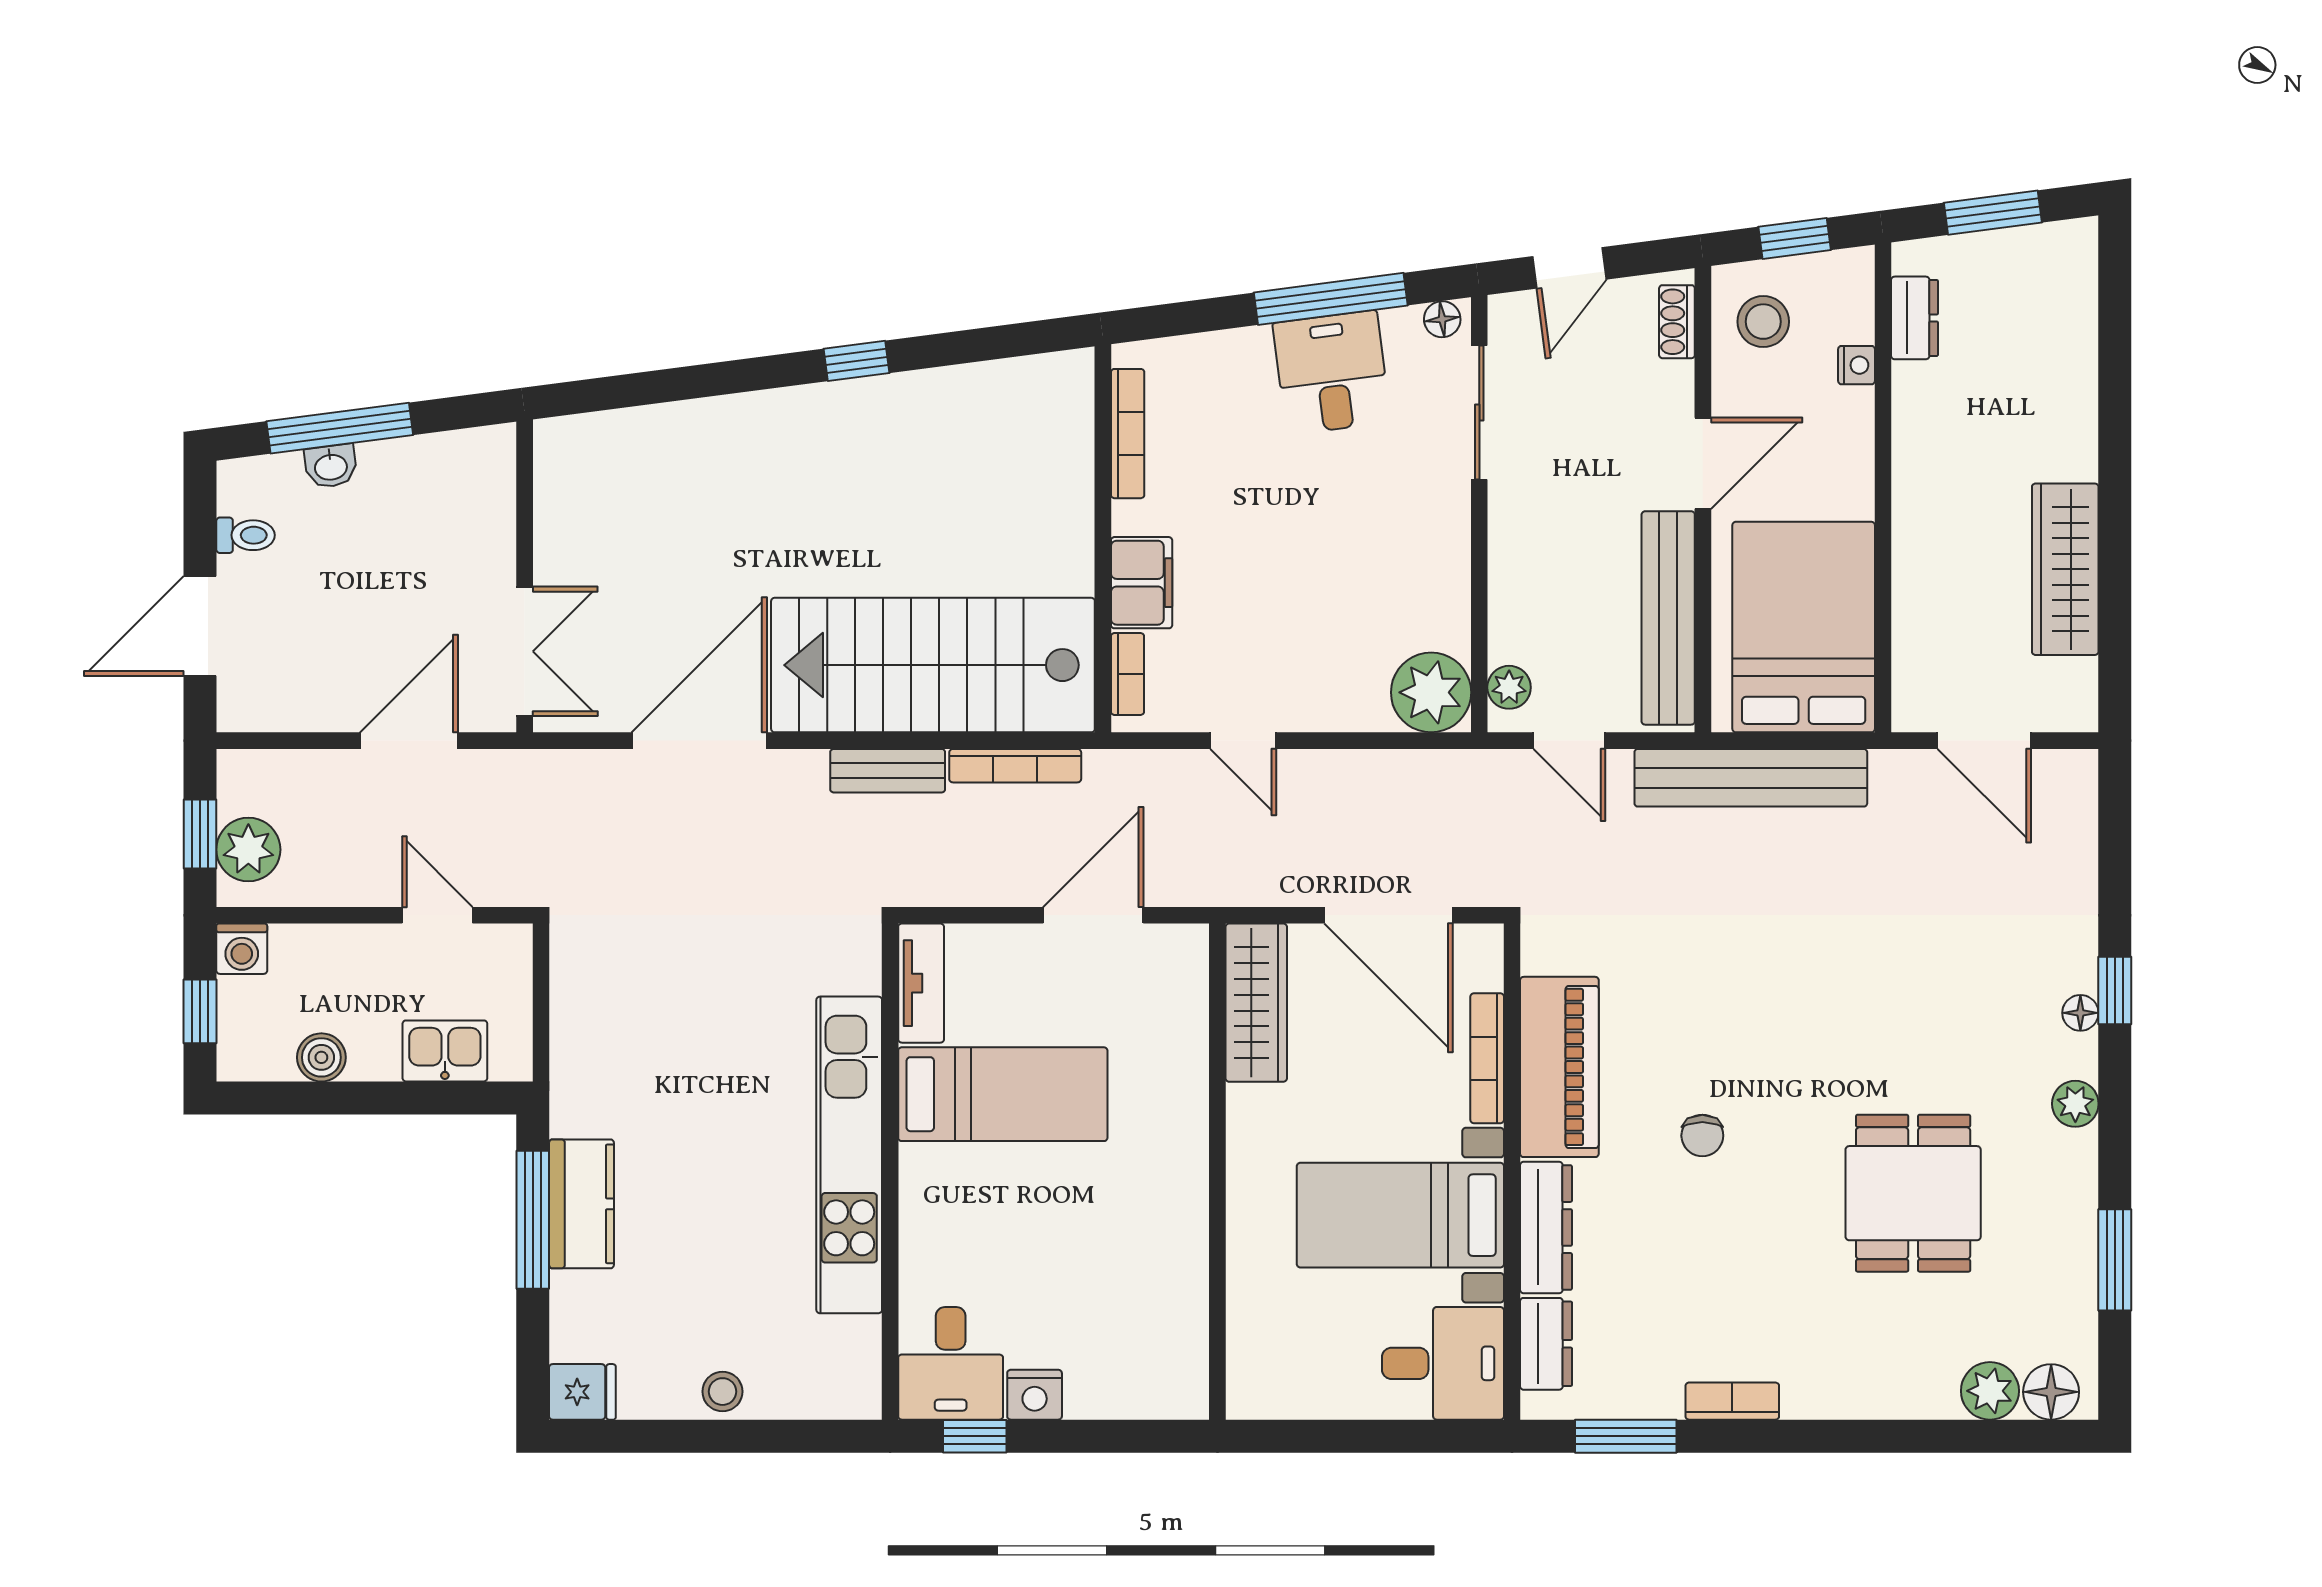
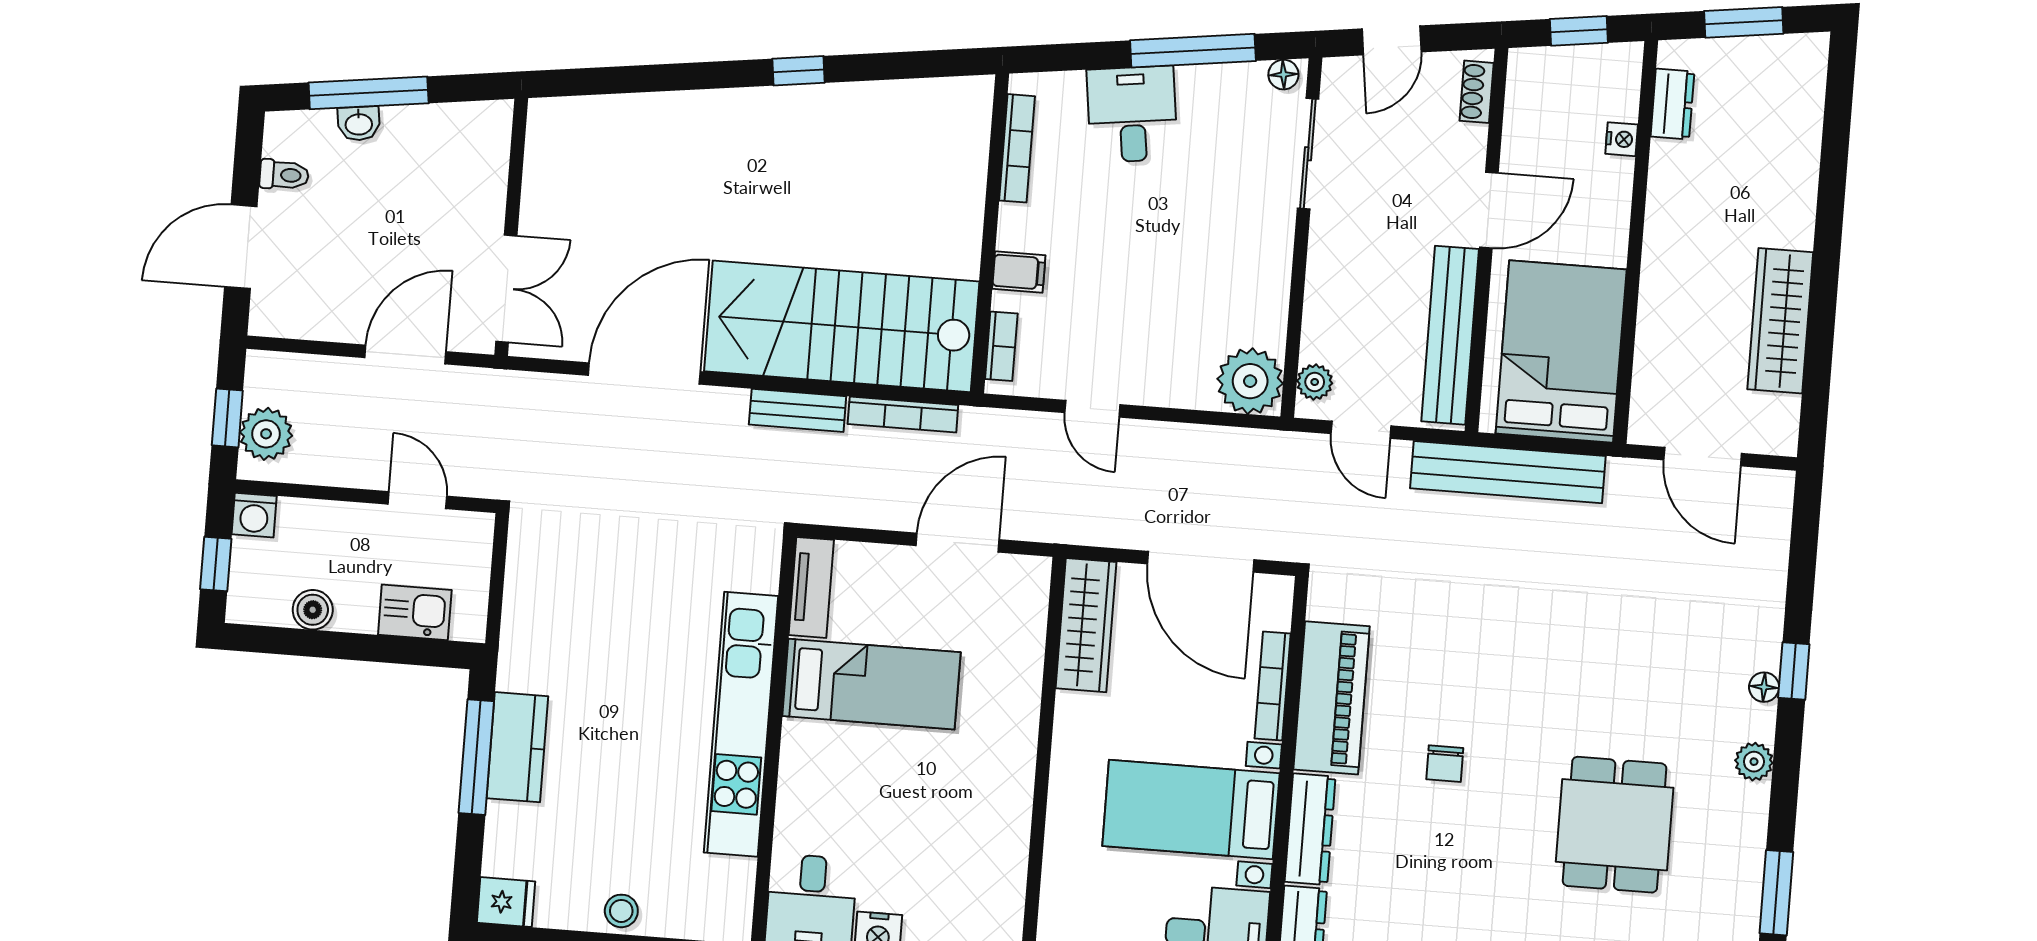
stool: (1763, 322) -> (1548, 97), removed
desk: (1332, 373) -> (1132, 114), moved
filing cabinet: (1142, 583) -> (1019, 272), width x0.50

